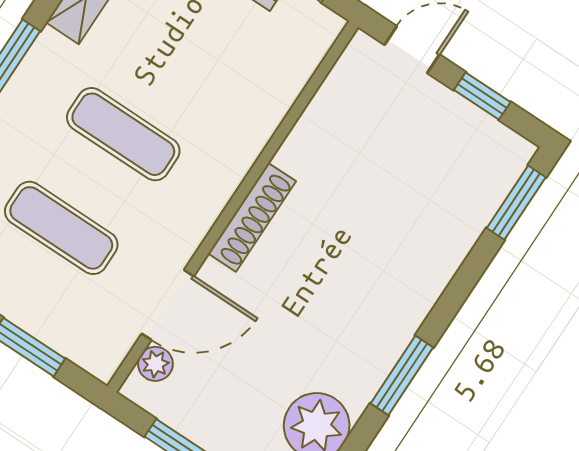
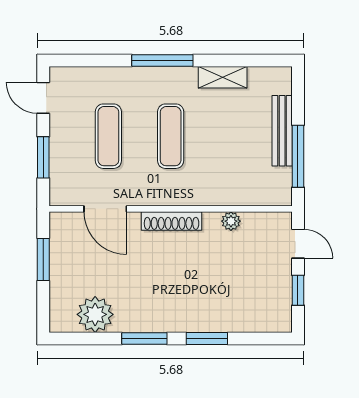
window: (516, 203) -> (207, 338), moved
plant: (155, 364) -> (231, 221), moved

